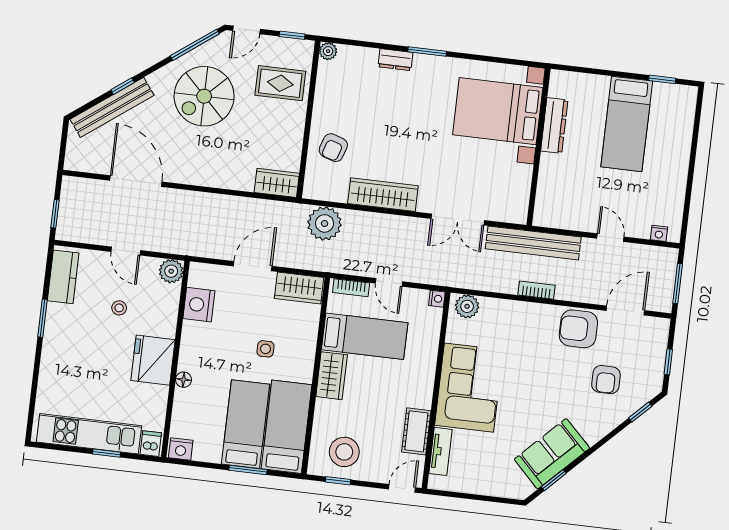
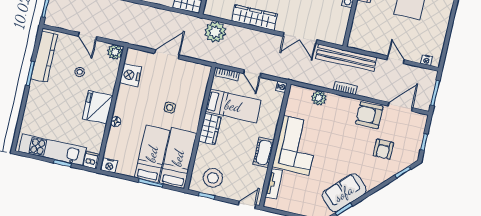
kitchen counter: (63, 277) -> (44, 57), width x1.50
wardrobe: (299, 288) -> (195, 71), removed
plant: (467, 306) -> (319, 98), moved
cot: (416, 431) -> (264, 152), moved

